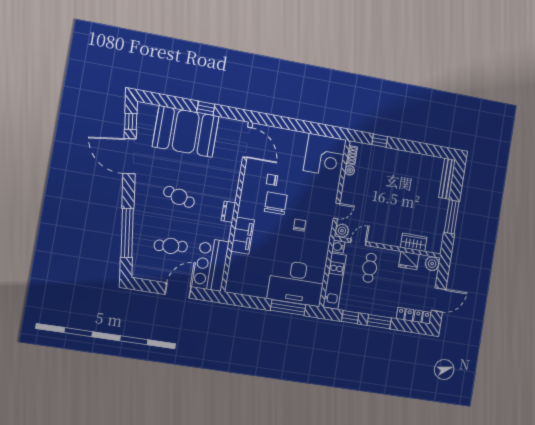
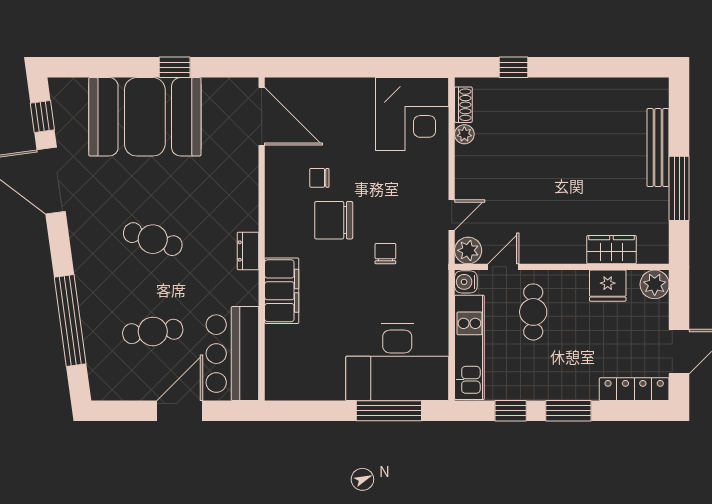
bench: (447, 179) -> (658, 148), moved
chair: (276, 203) -> (334, 220), turned -90

